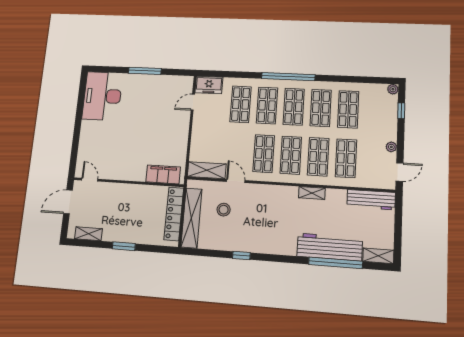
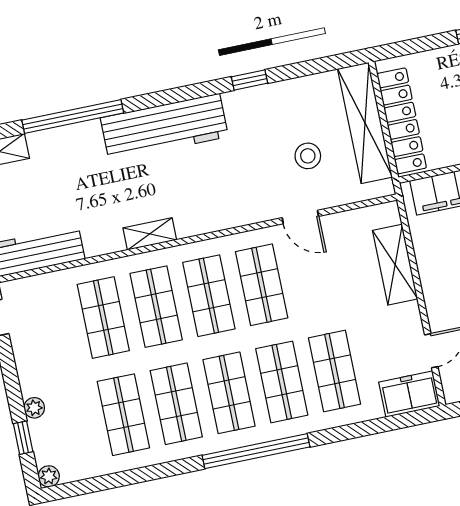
plant: (391, 147) -> (34, 408), moved
shelving: (207, 170) -> (395, 265), moved, turned 90
workbench: (330, 247) -> (164, 127), moved

